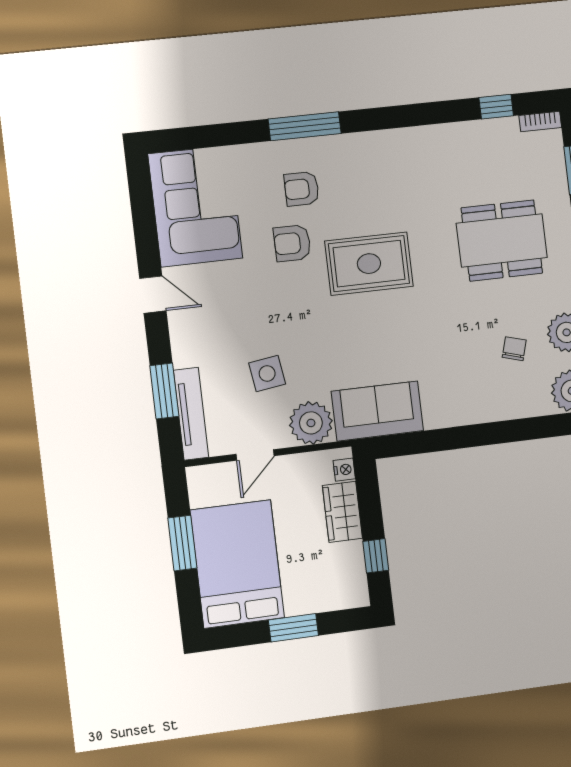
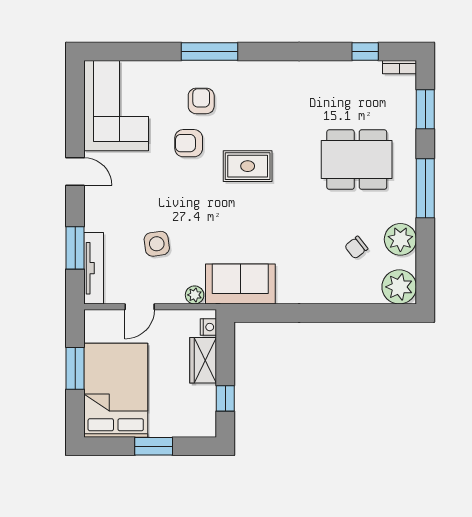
armchair: (302, 189) -> (201, 101), turned 90
rug: (369, 264) -> (248, 166), width x0.73, depth x0.70
chair: (514, 349) -> (356, 247), turned -144
plant: (311, 423) -> (195, 295), width x0.53, depth x0.53

